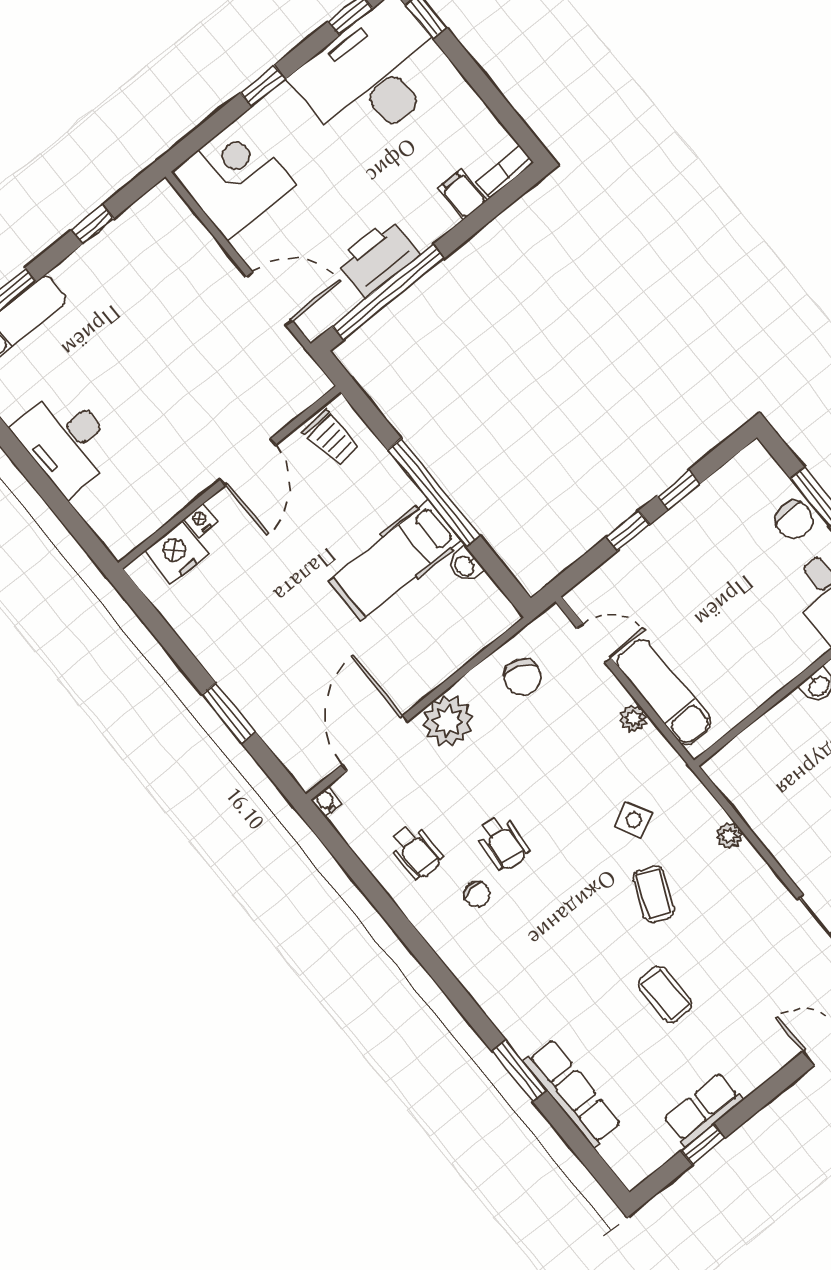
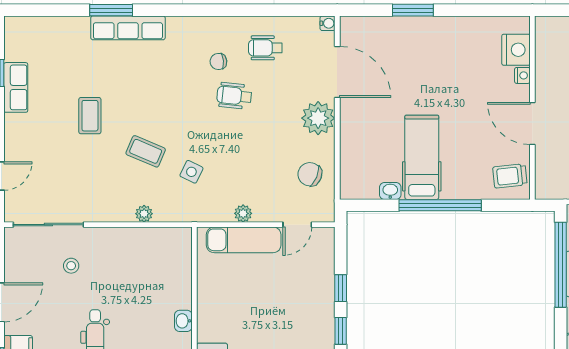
side table: (634, 820) -> (191, 172), turned -37
coffee table: (665, 994) -> (90, 116), turned 90
row of seats: (572, 1093) -> (128, 28), moved

